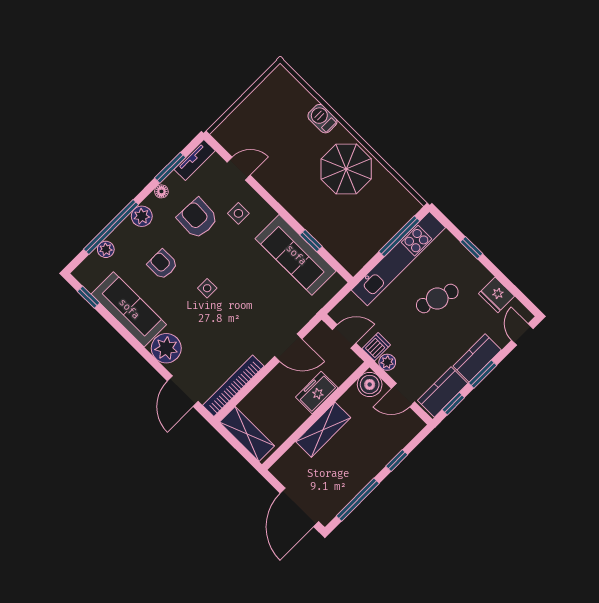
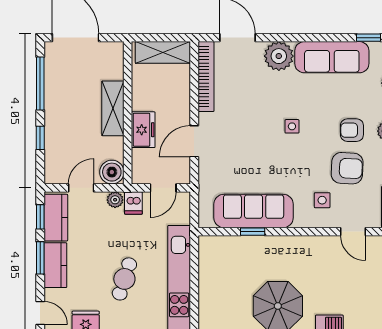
door: (239, 169) -> (353, 232), hinge flipped
window: (399, 236) -> (194, 296), removed
armchair: (162, 264) -> (352, 130), moved, turned 180

